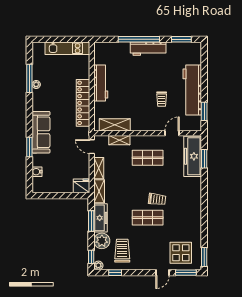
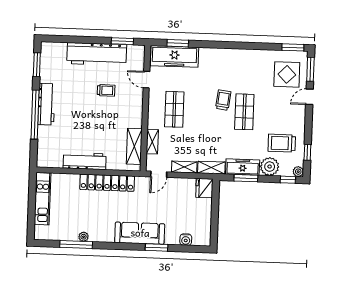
door: (162, 273) -> (309, 97), swing flipped

